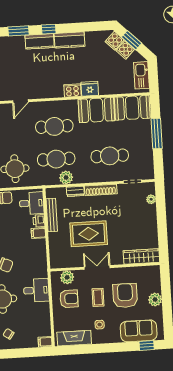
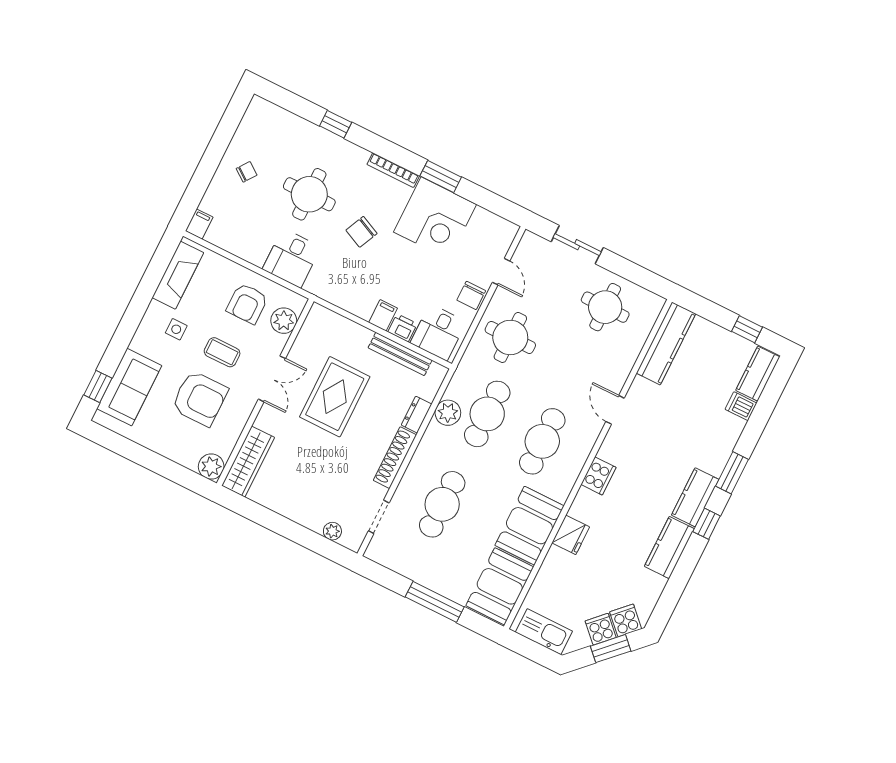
cooker: (72, 90) -> (598, 476), moved
plant: (155, 299) -> (211, 466), moved

